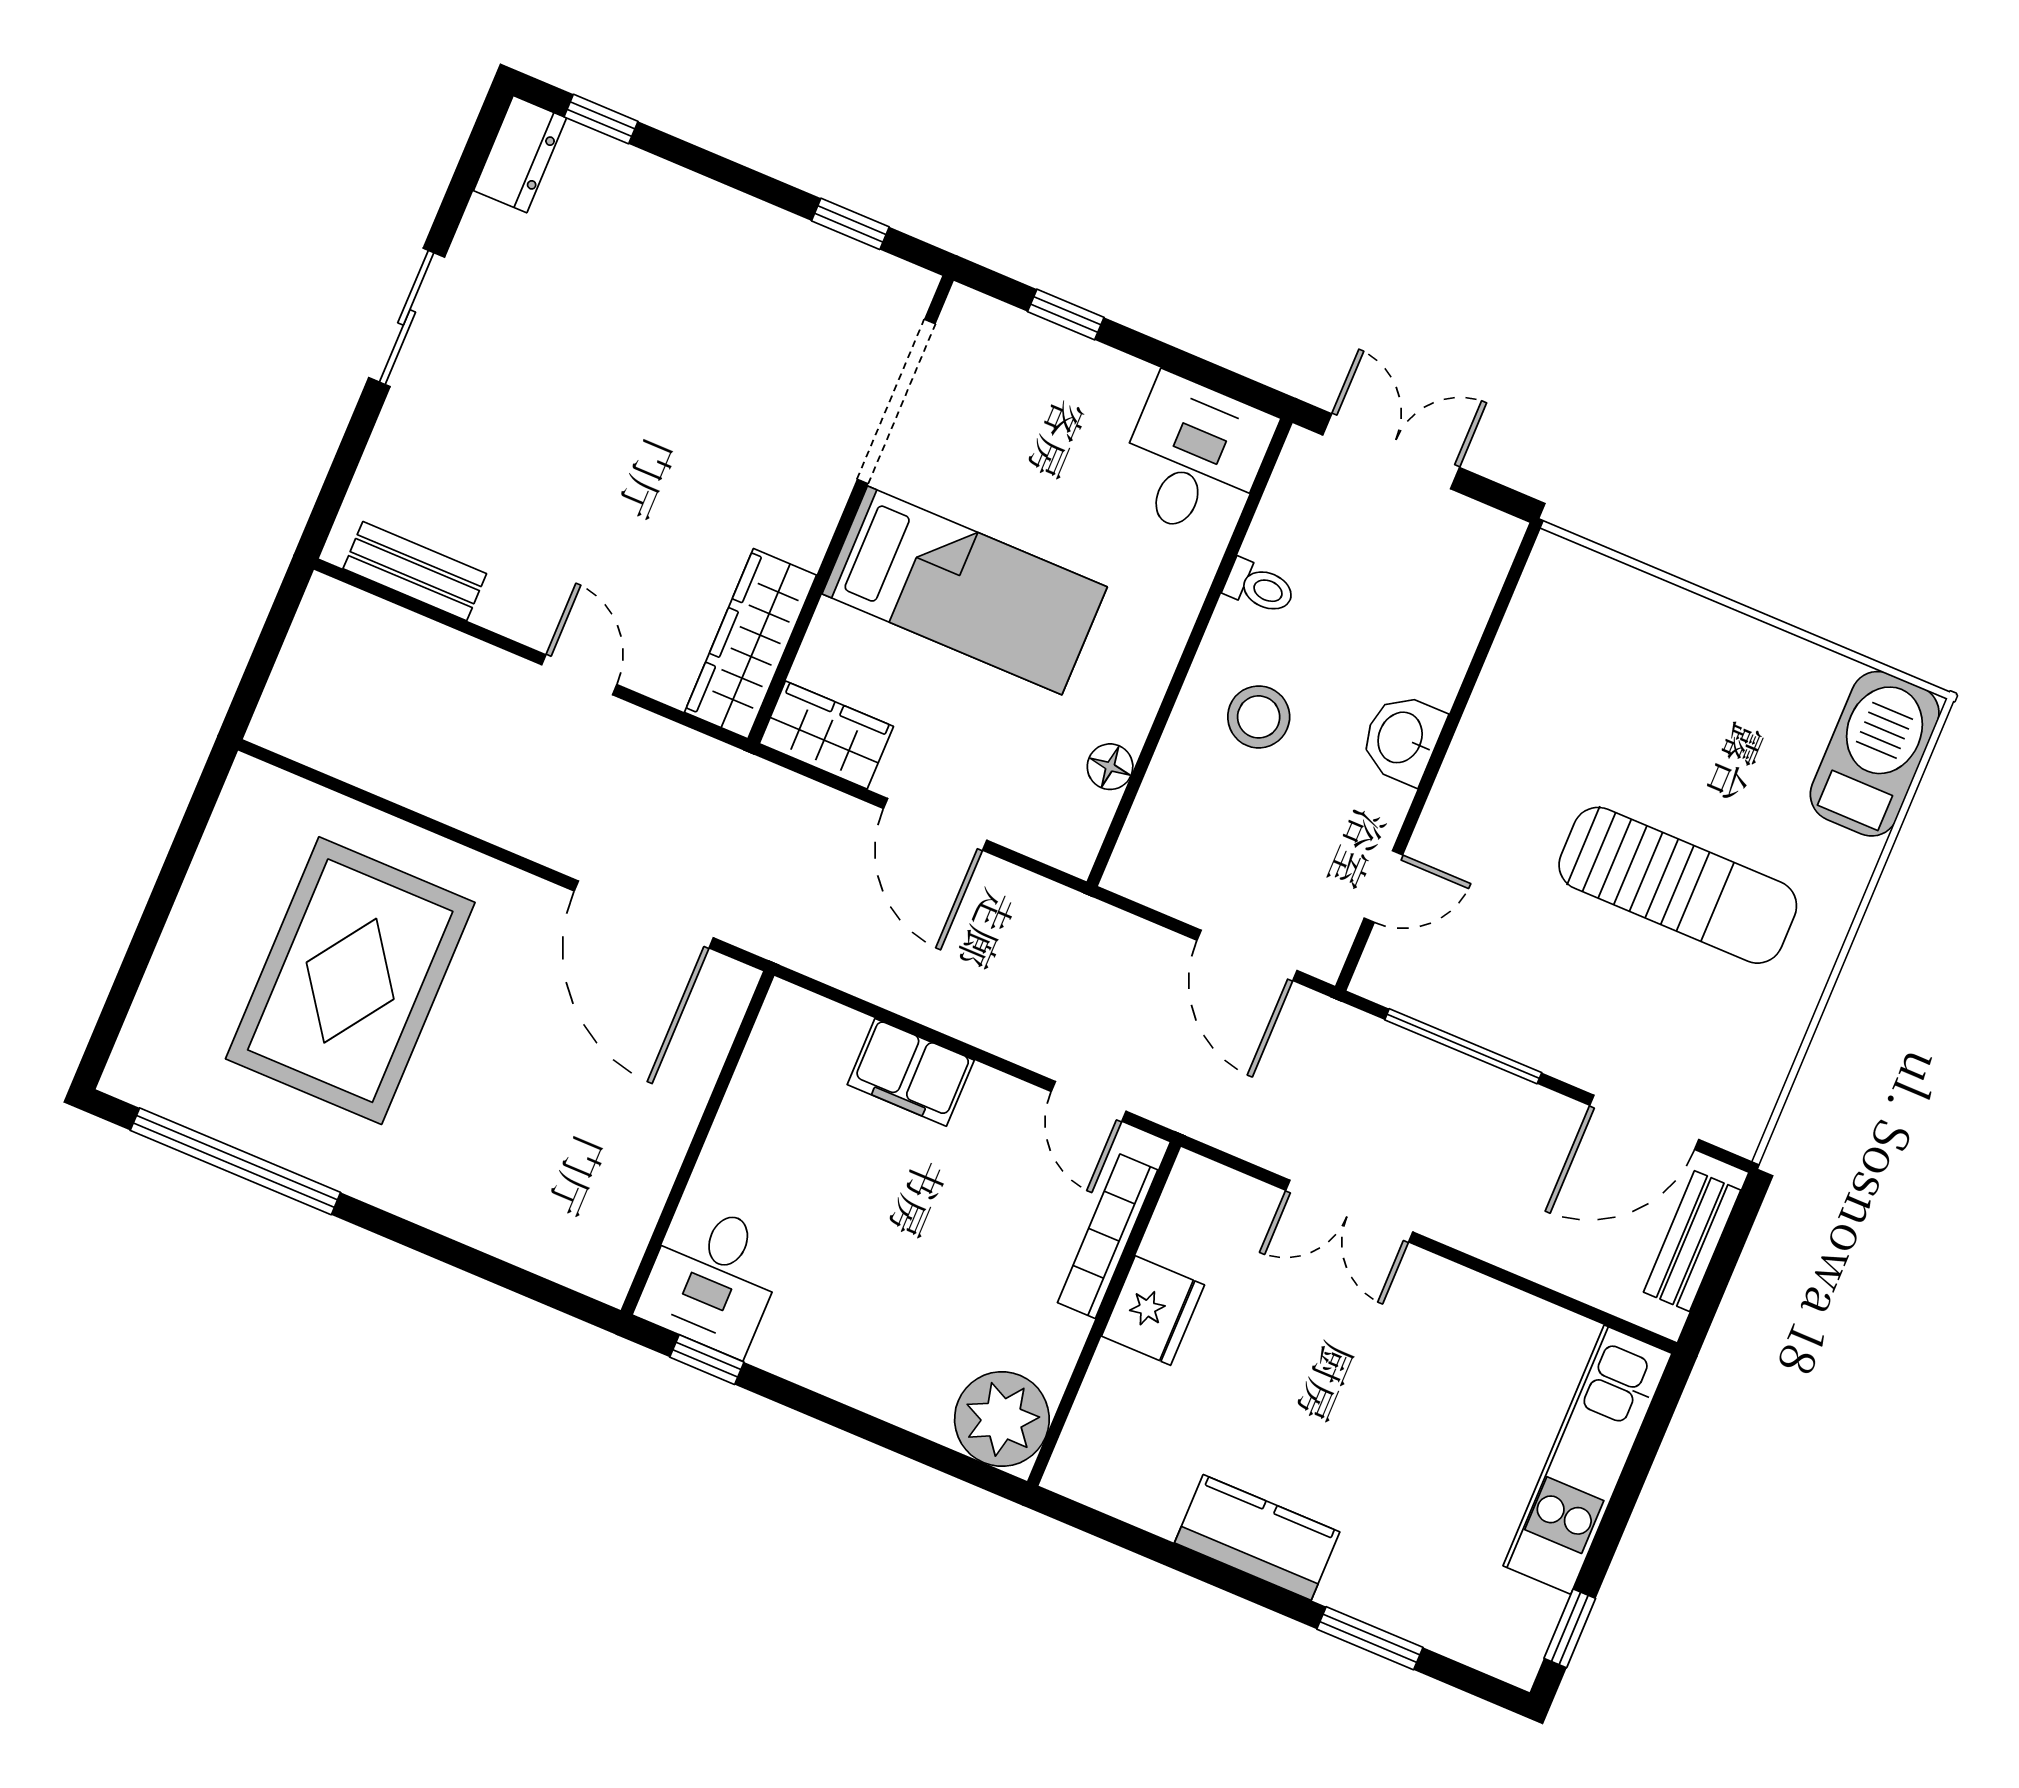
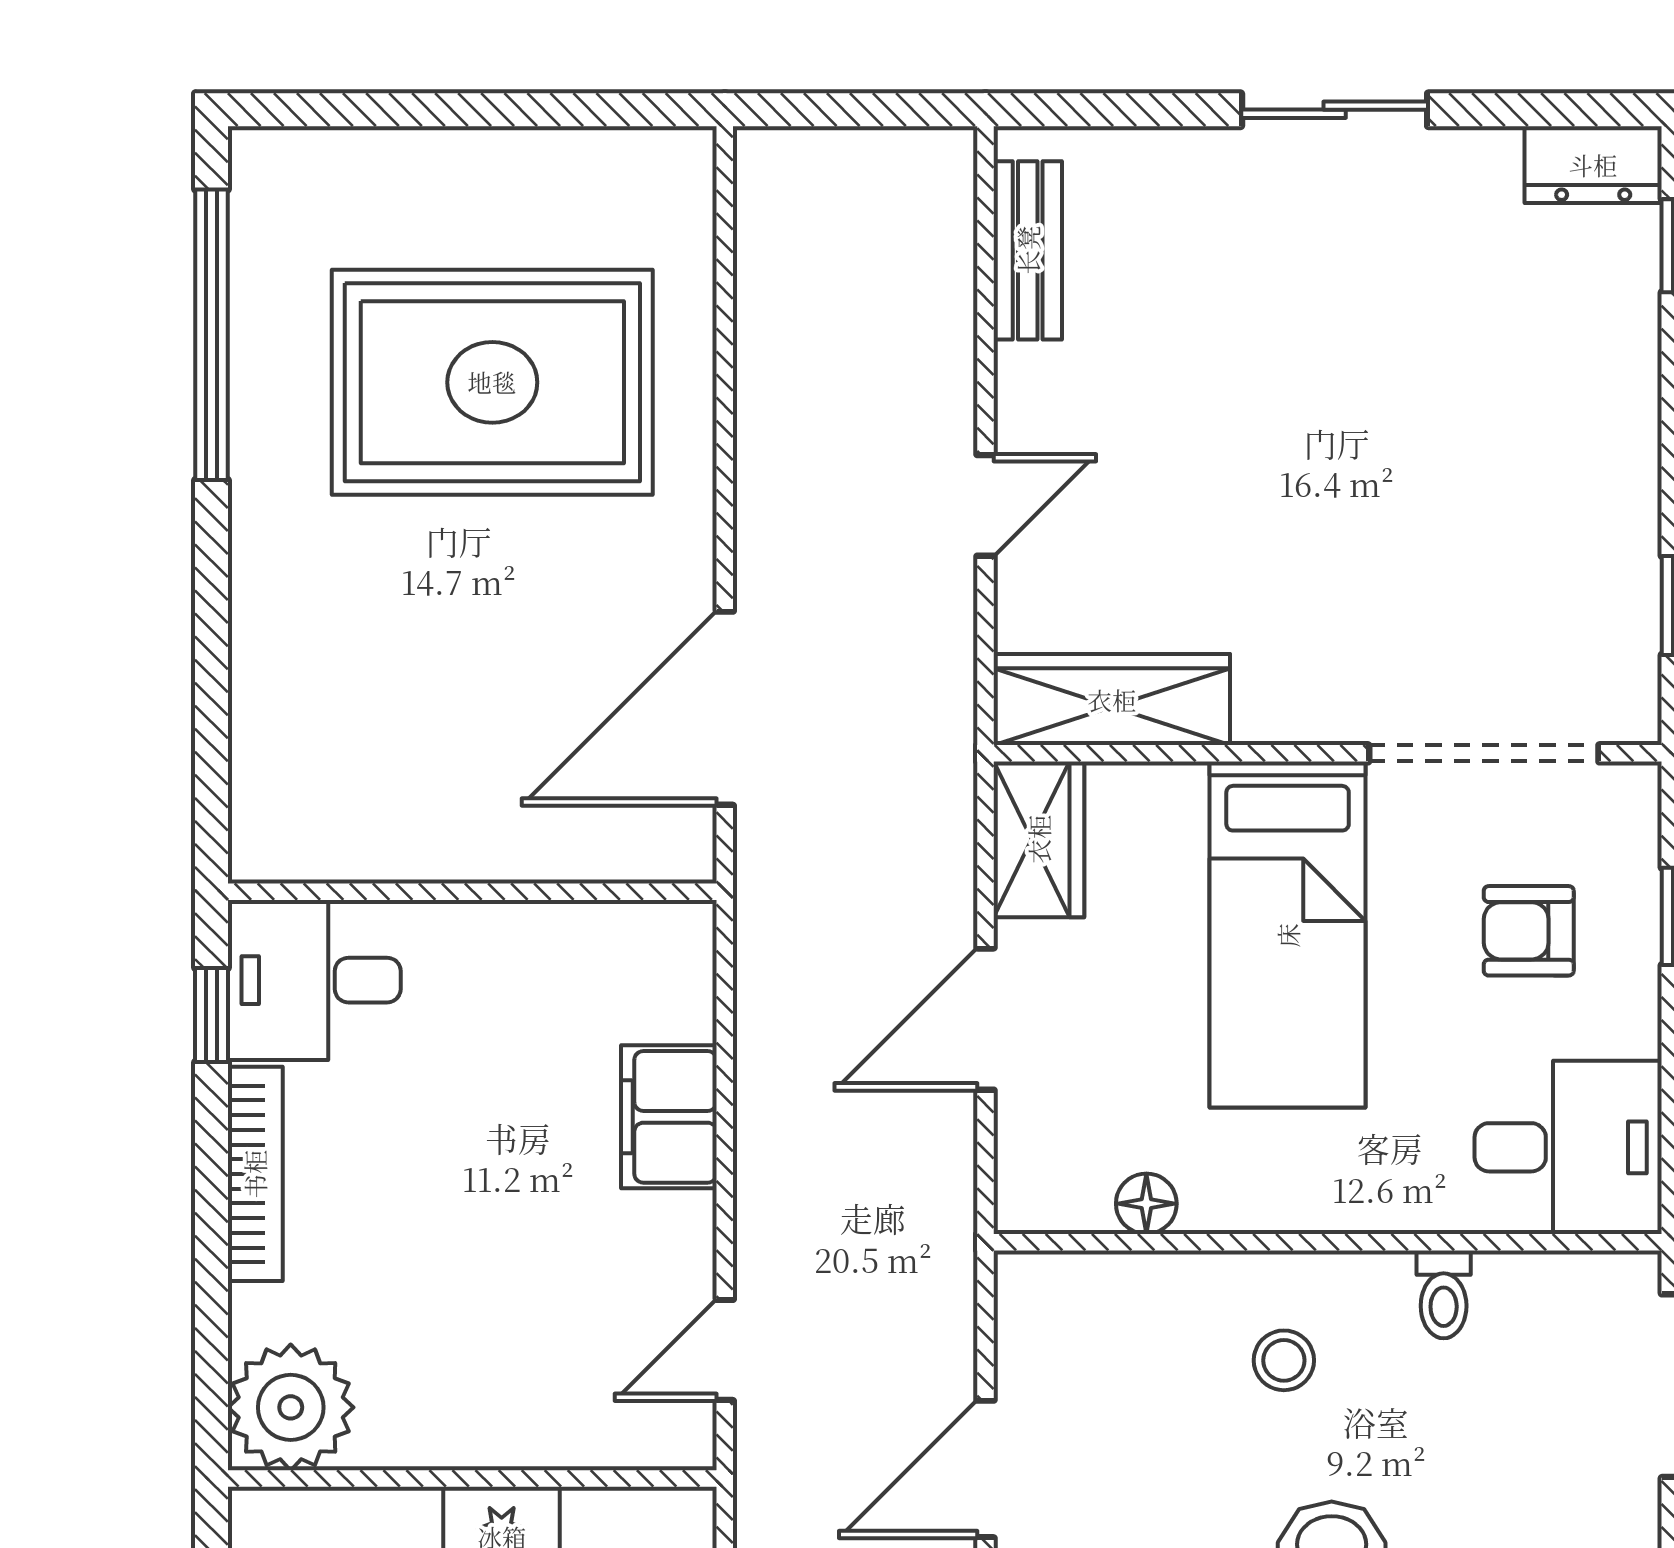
armchair: (1032, 422) -> (1529, 931), added
stool: (1259, 717) -> (1284, 1360), width x0.73, depth x0.73
bookcase: (1108, 1236) -> (255, 1174), moved, turned 90

